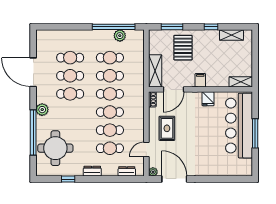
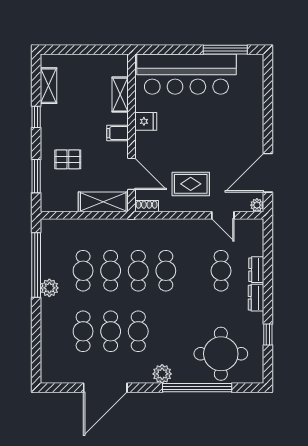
plant: (120, 36) -> (49, 288), moved
pallet: (183, 48) -> (68, 159), width x0.67, depth x0.71
shelving: (241, 82) -> (120, 95), moved
cafe table: (110, 130) -> (193, 271), removed
window: (255, 133) -> (225, 50), moved
dresser: (127, 171) -> (256, 270), moved

